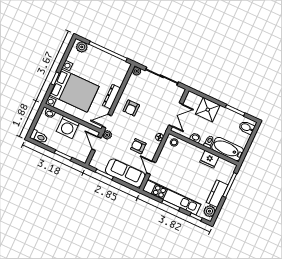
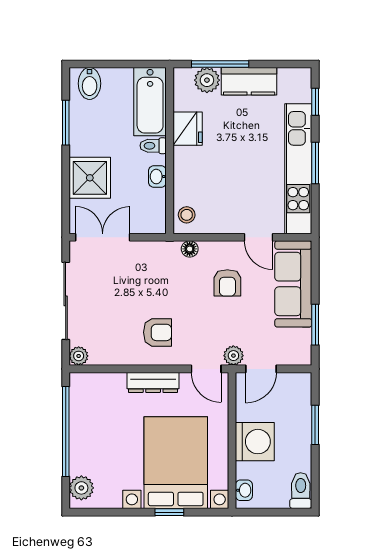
double door: (176, 115) -> (103, 237), moved
door: (151, 168) -> (259, 237), hinge flipped
plant: (210, 211) -> (207, 80), moved

